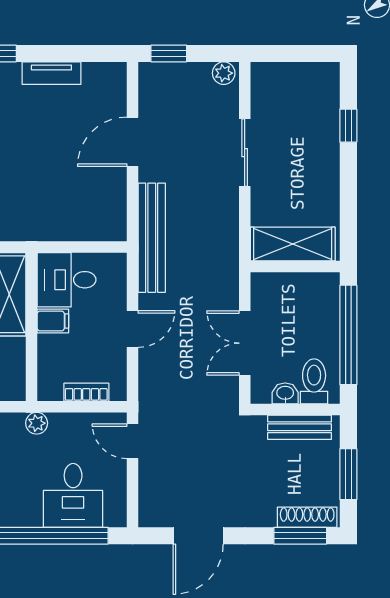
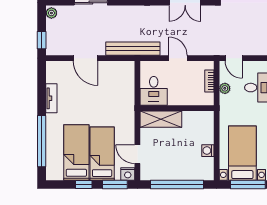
filing cabinet: (53, 321) -> (174, 98), removed
plant: (37, 423) -> (225, 88), moved
door: (133, 441) -> (234, 58), hinge flipped

